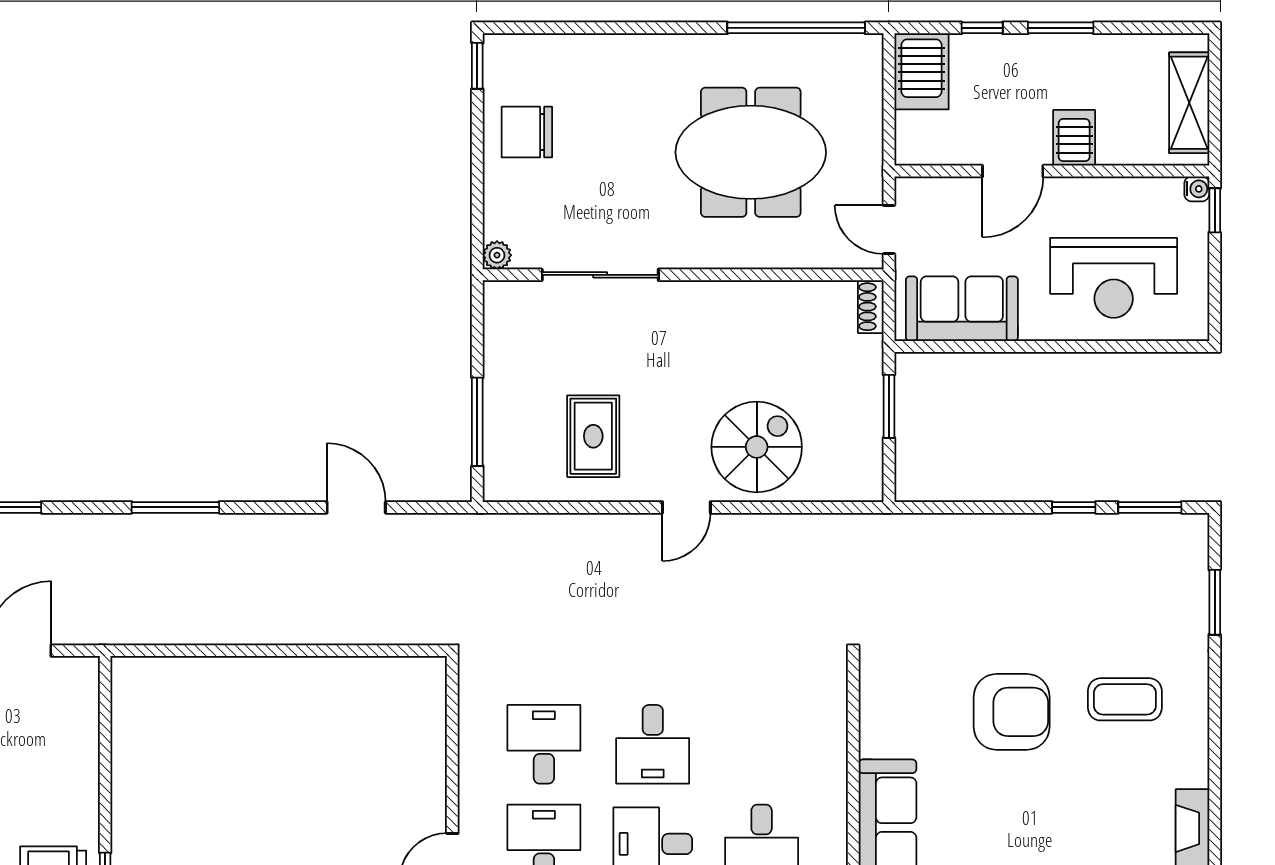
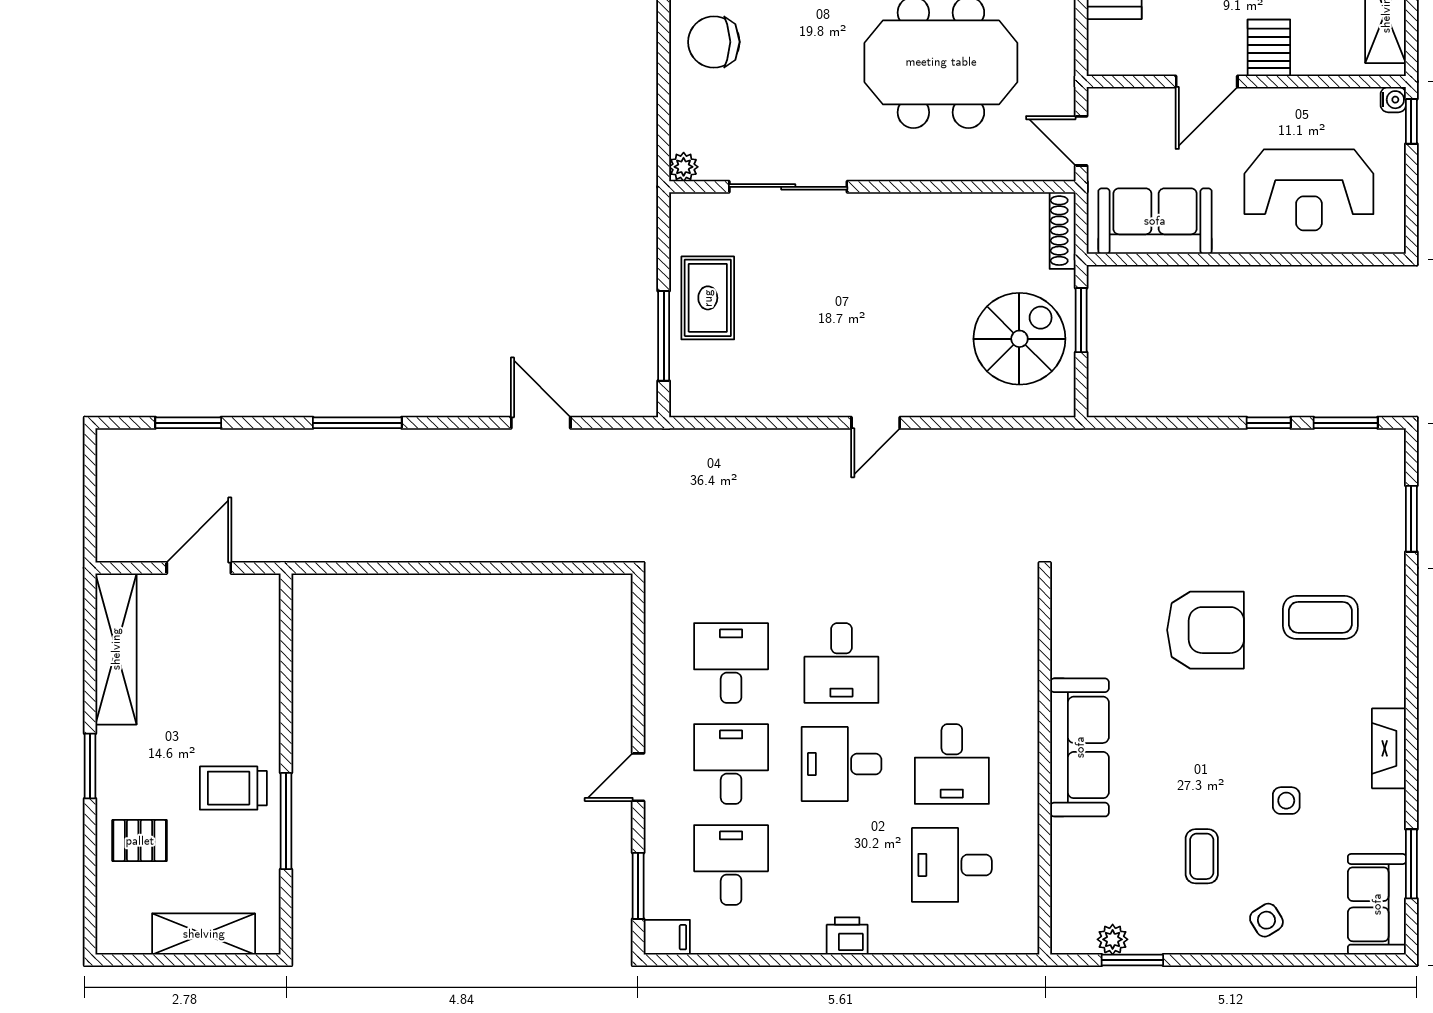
shoe rack: (871, 307) -> (1063, 231), width x1.43
rug: (593, 436) -> (708, 298), moved
spiral stairs: (757, 447) -> (1019, 339), moved

